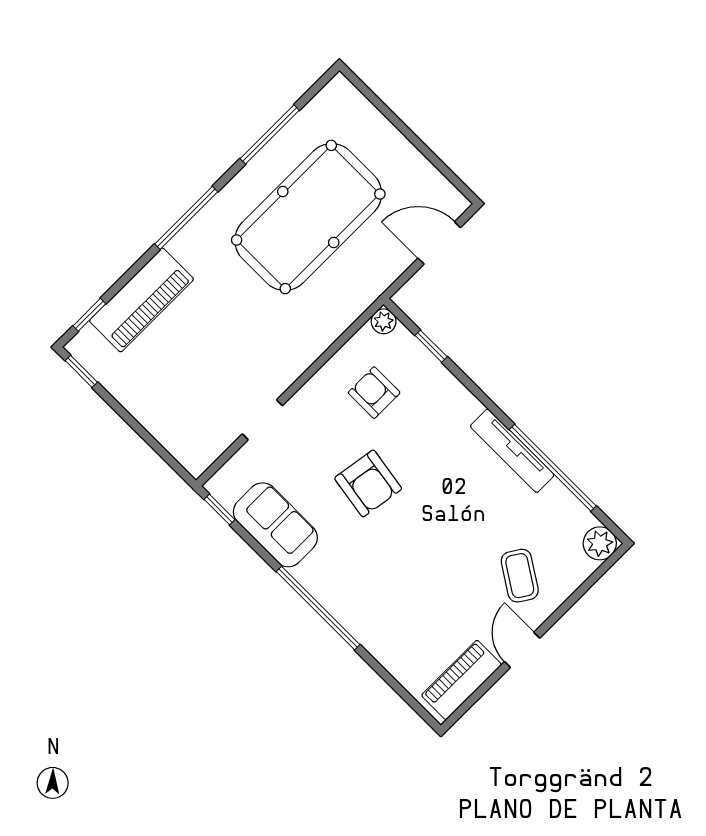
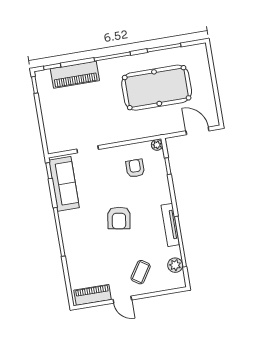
armchair: (368, 483) -> (119, 218), moved
sofa: (275, 525) -> (64, 184), width x1.36
plant: (600, 543) -> (175, 265), moved
door: (522, 650) -> (122, 300), swing flipped

